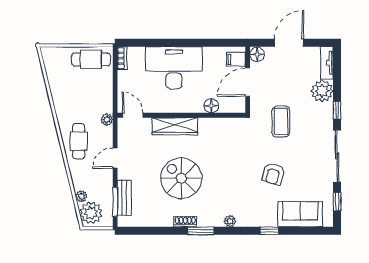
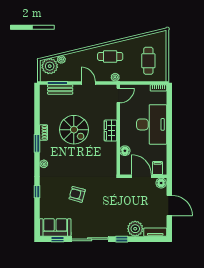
cafe table: (91, 59) -> (148, 61), moved
coffee table: (281, 121) -> (114, 200), removed
wardrobe: (175, 126) -> (111, 131), width x0.67
cafe table: (79, 141) -> (110, 56), moved
spiral stairs: (181, 178) -> (74, 130), turned 90
sofa: (300, 214) -> (55, 227), moved, turned -90

